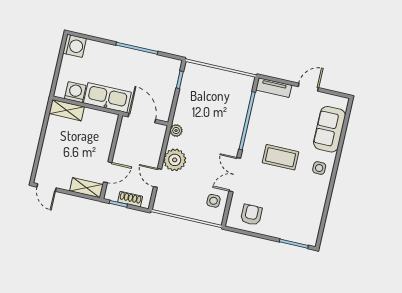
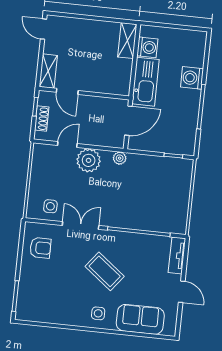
washing machine: (75, 46) -> (192, 78), moved, turned 90
coffee table: (280, 157) -> (105, 271), turned -52
door: (47, 187) -> (43, 29), hinge flipped

